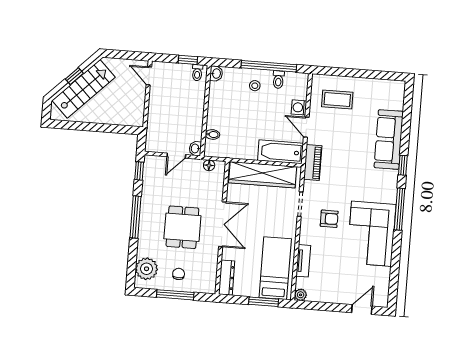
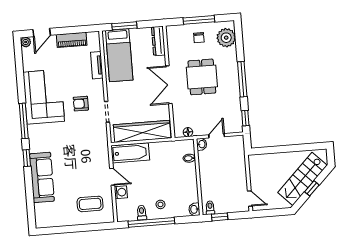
piano: (313, 163) -> (72, 40), moved, turned -90
plant: (301, 295) -> (26, 42), moved

